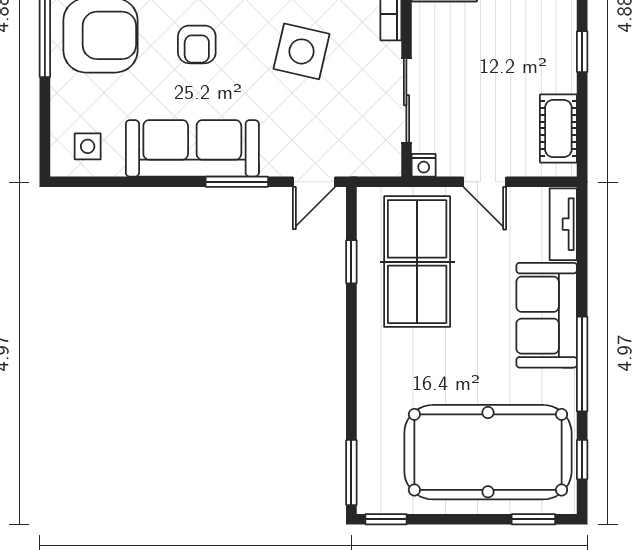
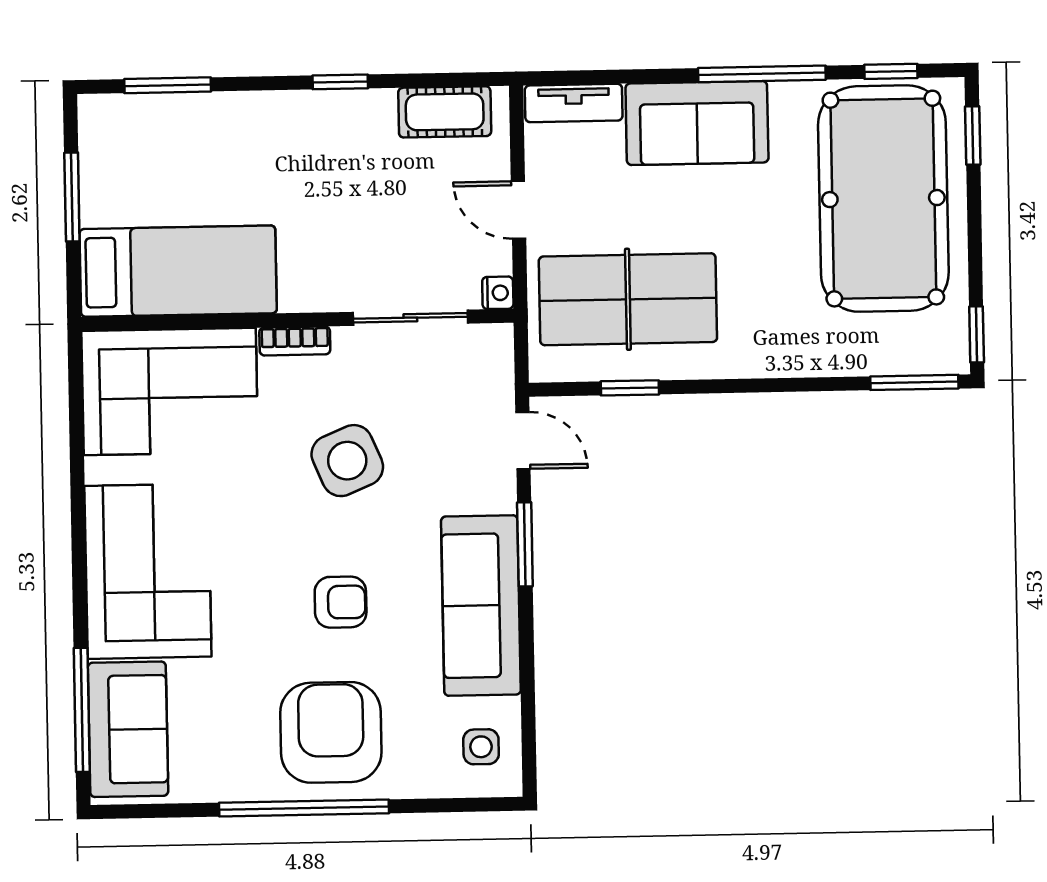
side table: (302, 51) -> (347, 461), turned -36
door: (485, 182) -> (519, 210), swing flipped

